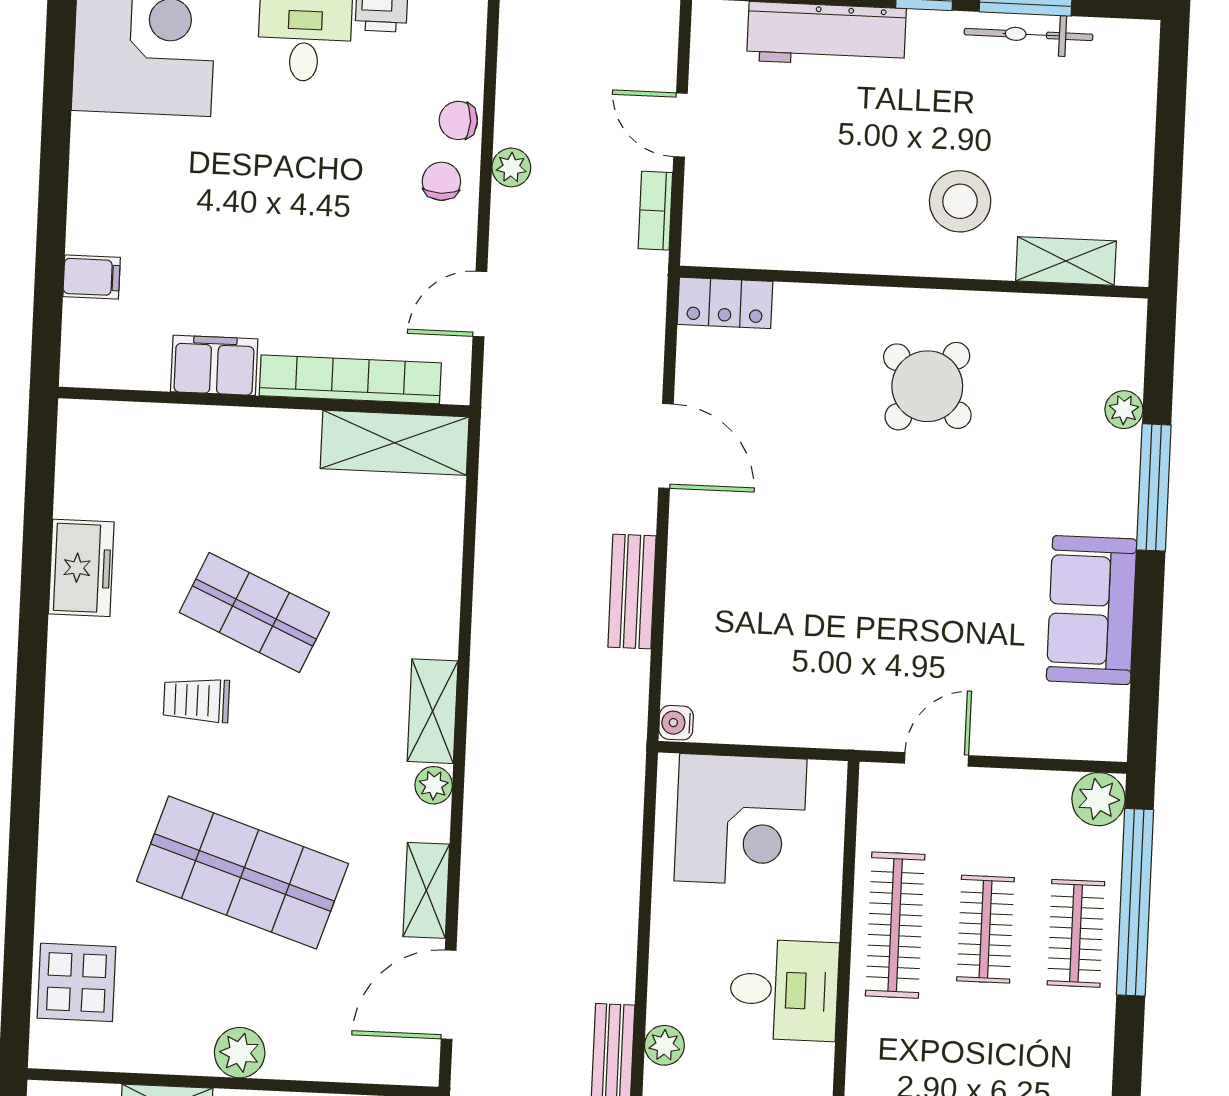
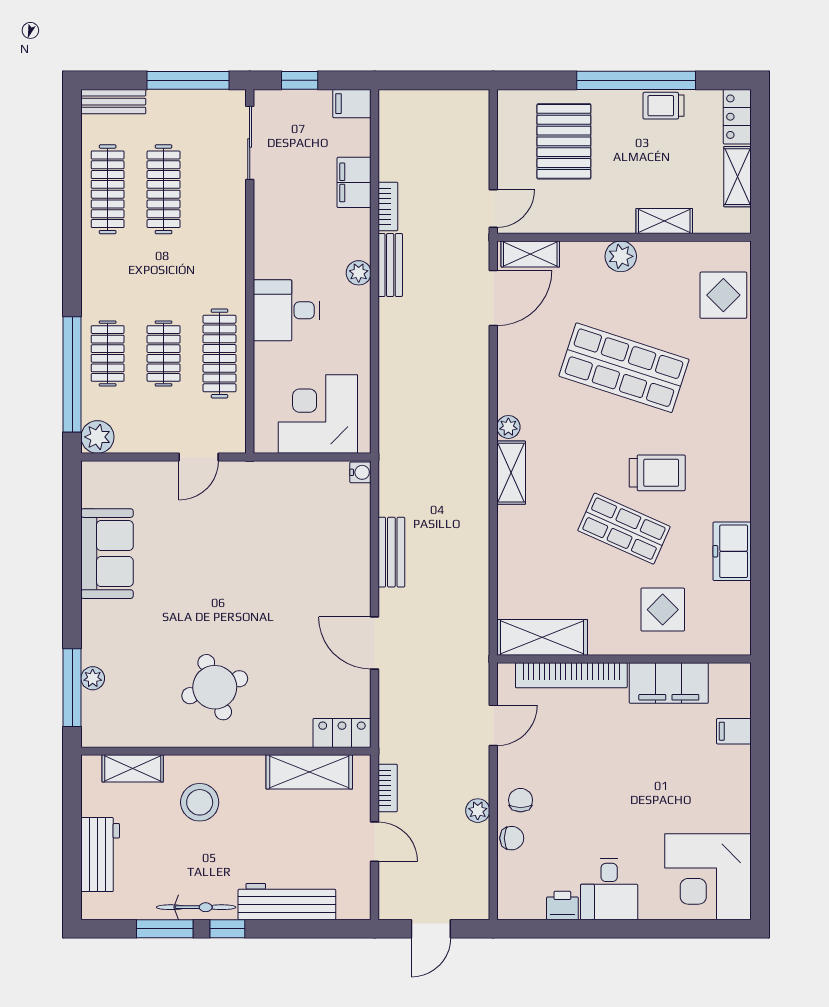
bicycle: (1029, 34) -> (196, 907), moved
workbench: (1125, 124) -> (100, 855), added
chair: (441, 181) -> (521, 800), turned 180
shelving: (781, 242) -> (309, 772), added
filing cabinet: (214, 365) -> (669, 683), width x1.50, depth x1.17
round table: (927, 386) -> (215, 687), turned 30
display table: (198, 479) -> (663, 610), added
window: (1154, 487) -> (72, 688), moved
trolley: (196, 700) -> (657, 473), width x1.36, depth x1.39
shelving: (426, 890) -> (530, 254), moved, turned 90

